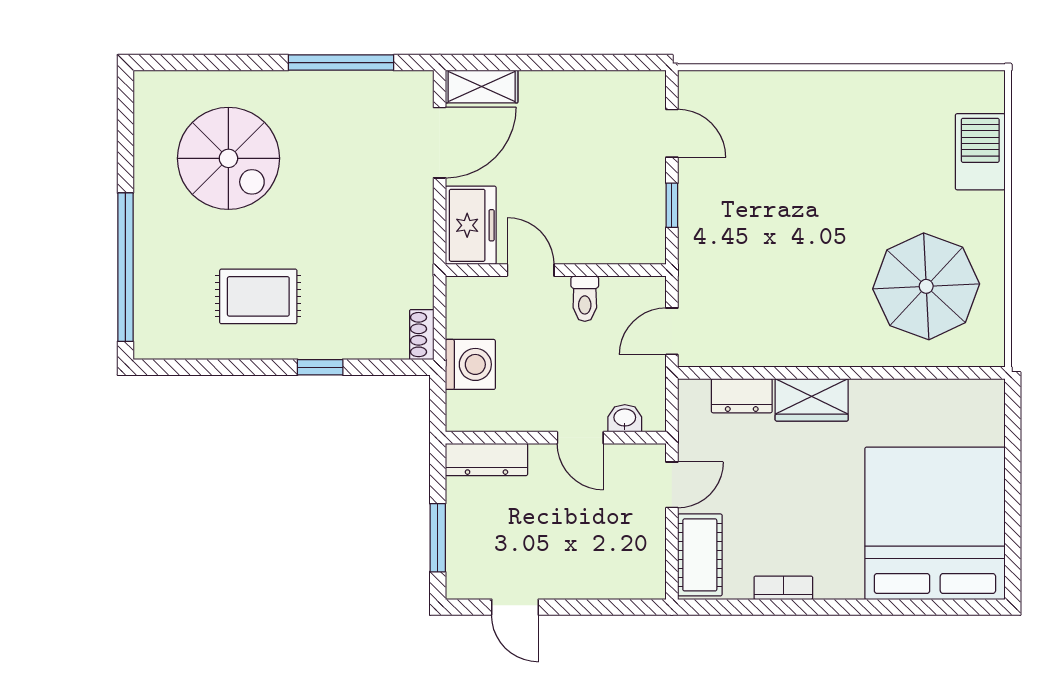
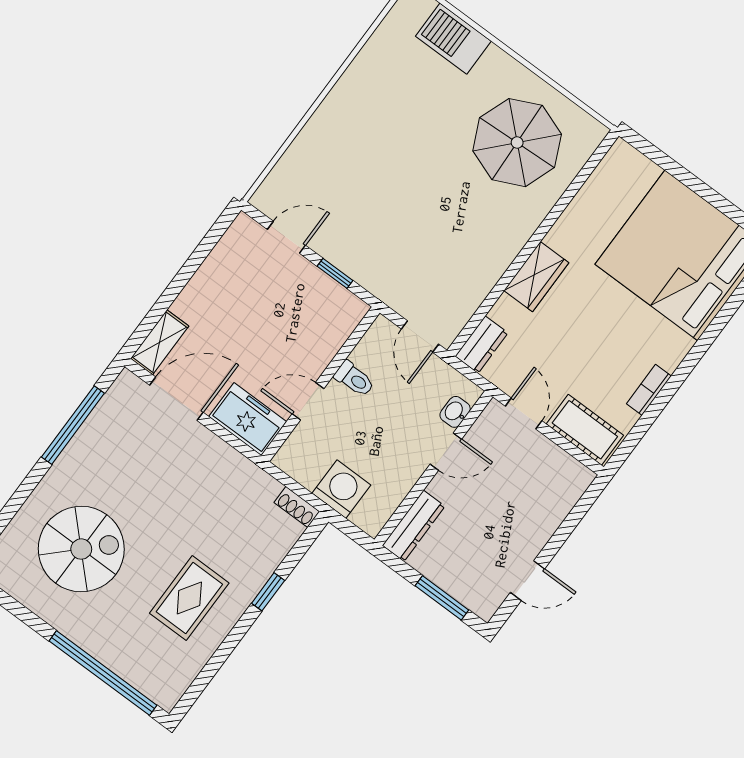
door: (440, 143) -> (176, 399), hinge flipped
dresser: (742, 396) -> (482, 345), moved

